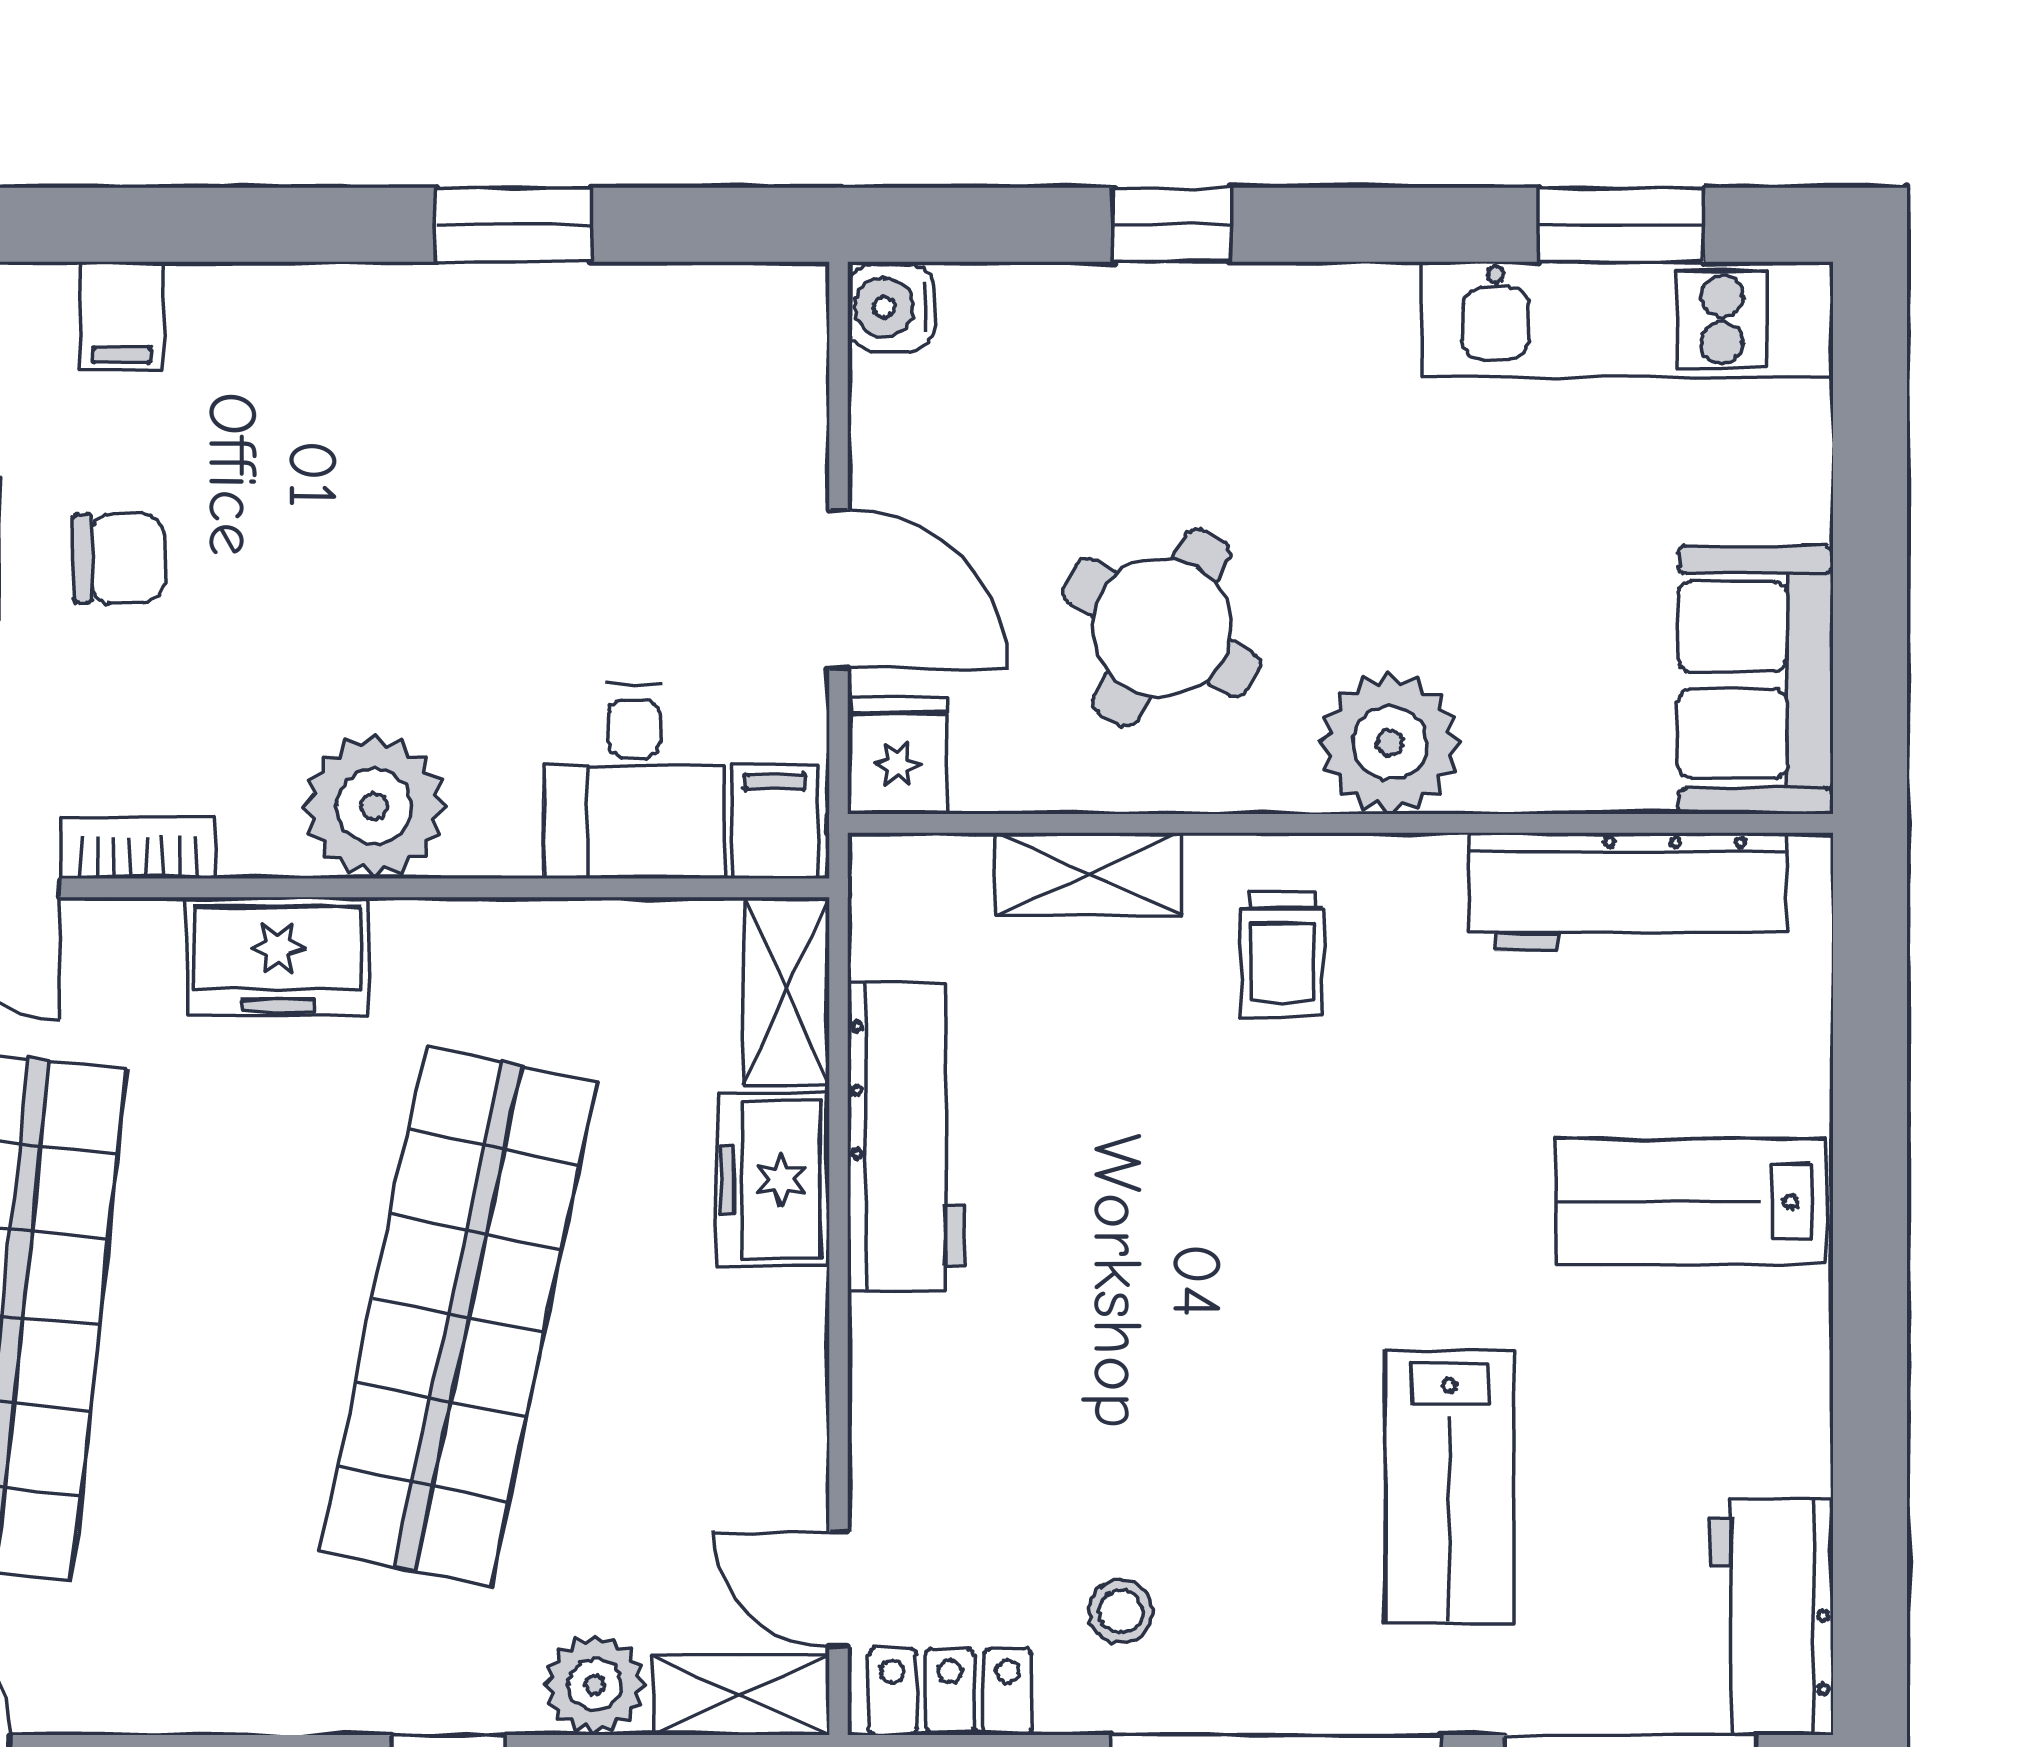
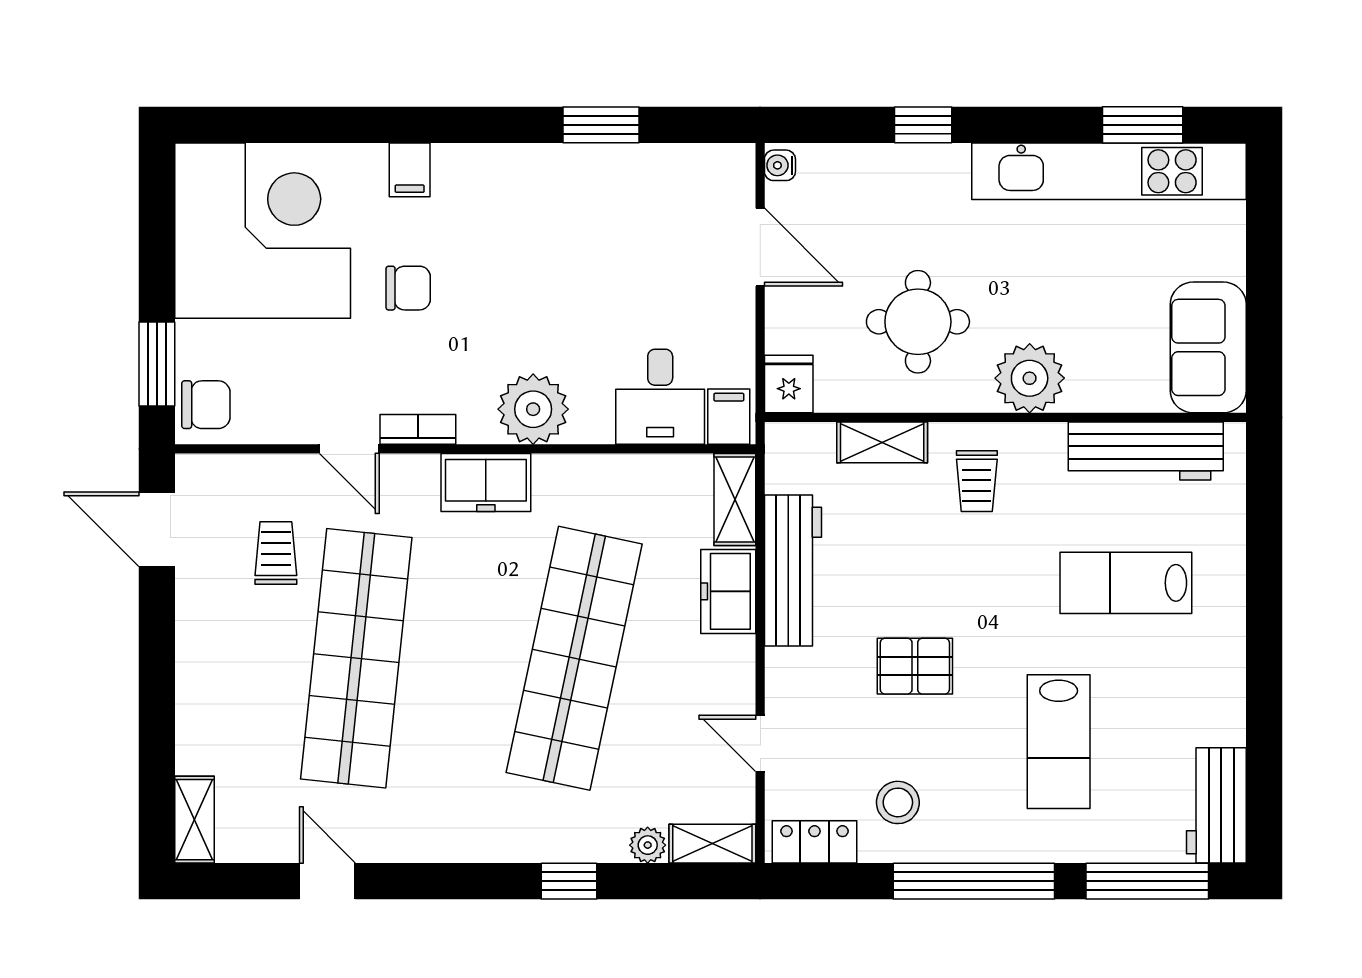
water cooler: (891, 308) -> (780, 165), width x0.72, depth x0.72
kitchen unit: (1627, 320) -> (1109, 171), width x1.36
door: (838, 589) -> (760, 247), moved
round table: (1162, 627) -> (918, 322), turned -30
lab bench: (1691, 1202) -> (1126, 583), moved
pallet: (1155, 1332) -> (915, 666), added
door: (838, 1589) -> (760, 743), moved
stool: (1120, 1611) -> (898, 802), width x1.37, depth x1.37
plant: (595, 1685) -> (648, 845), width x0.73, depth x0.73

